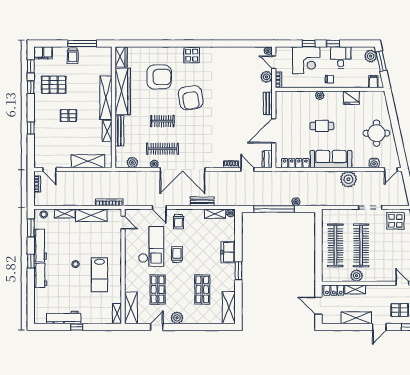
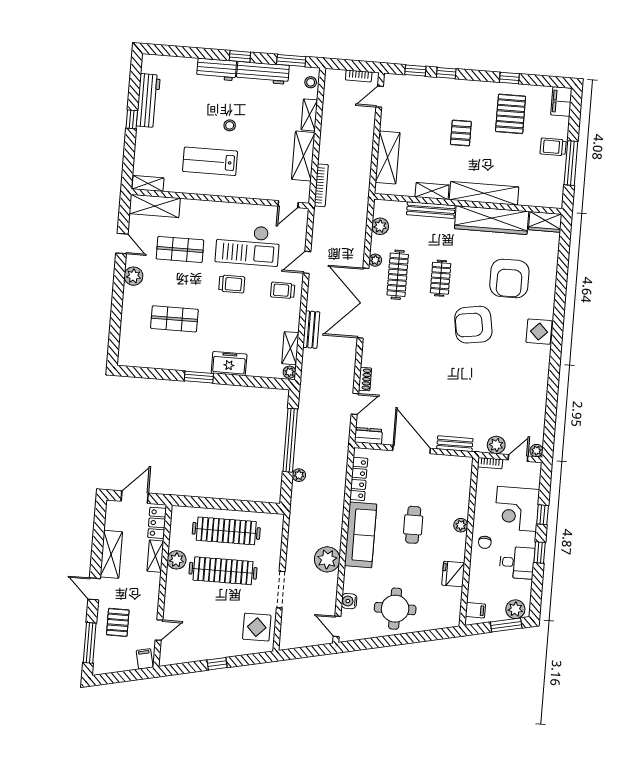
window: (31, 66) -> (415, 70), moved
shelving: (229, 308) -> (143, 358), removed

